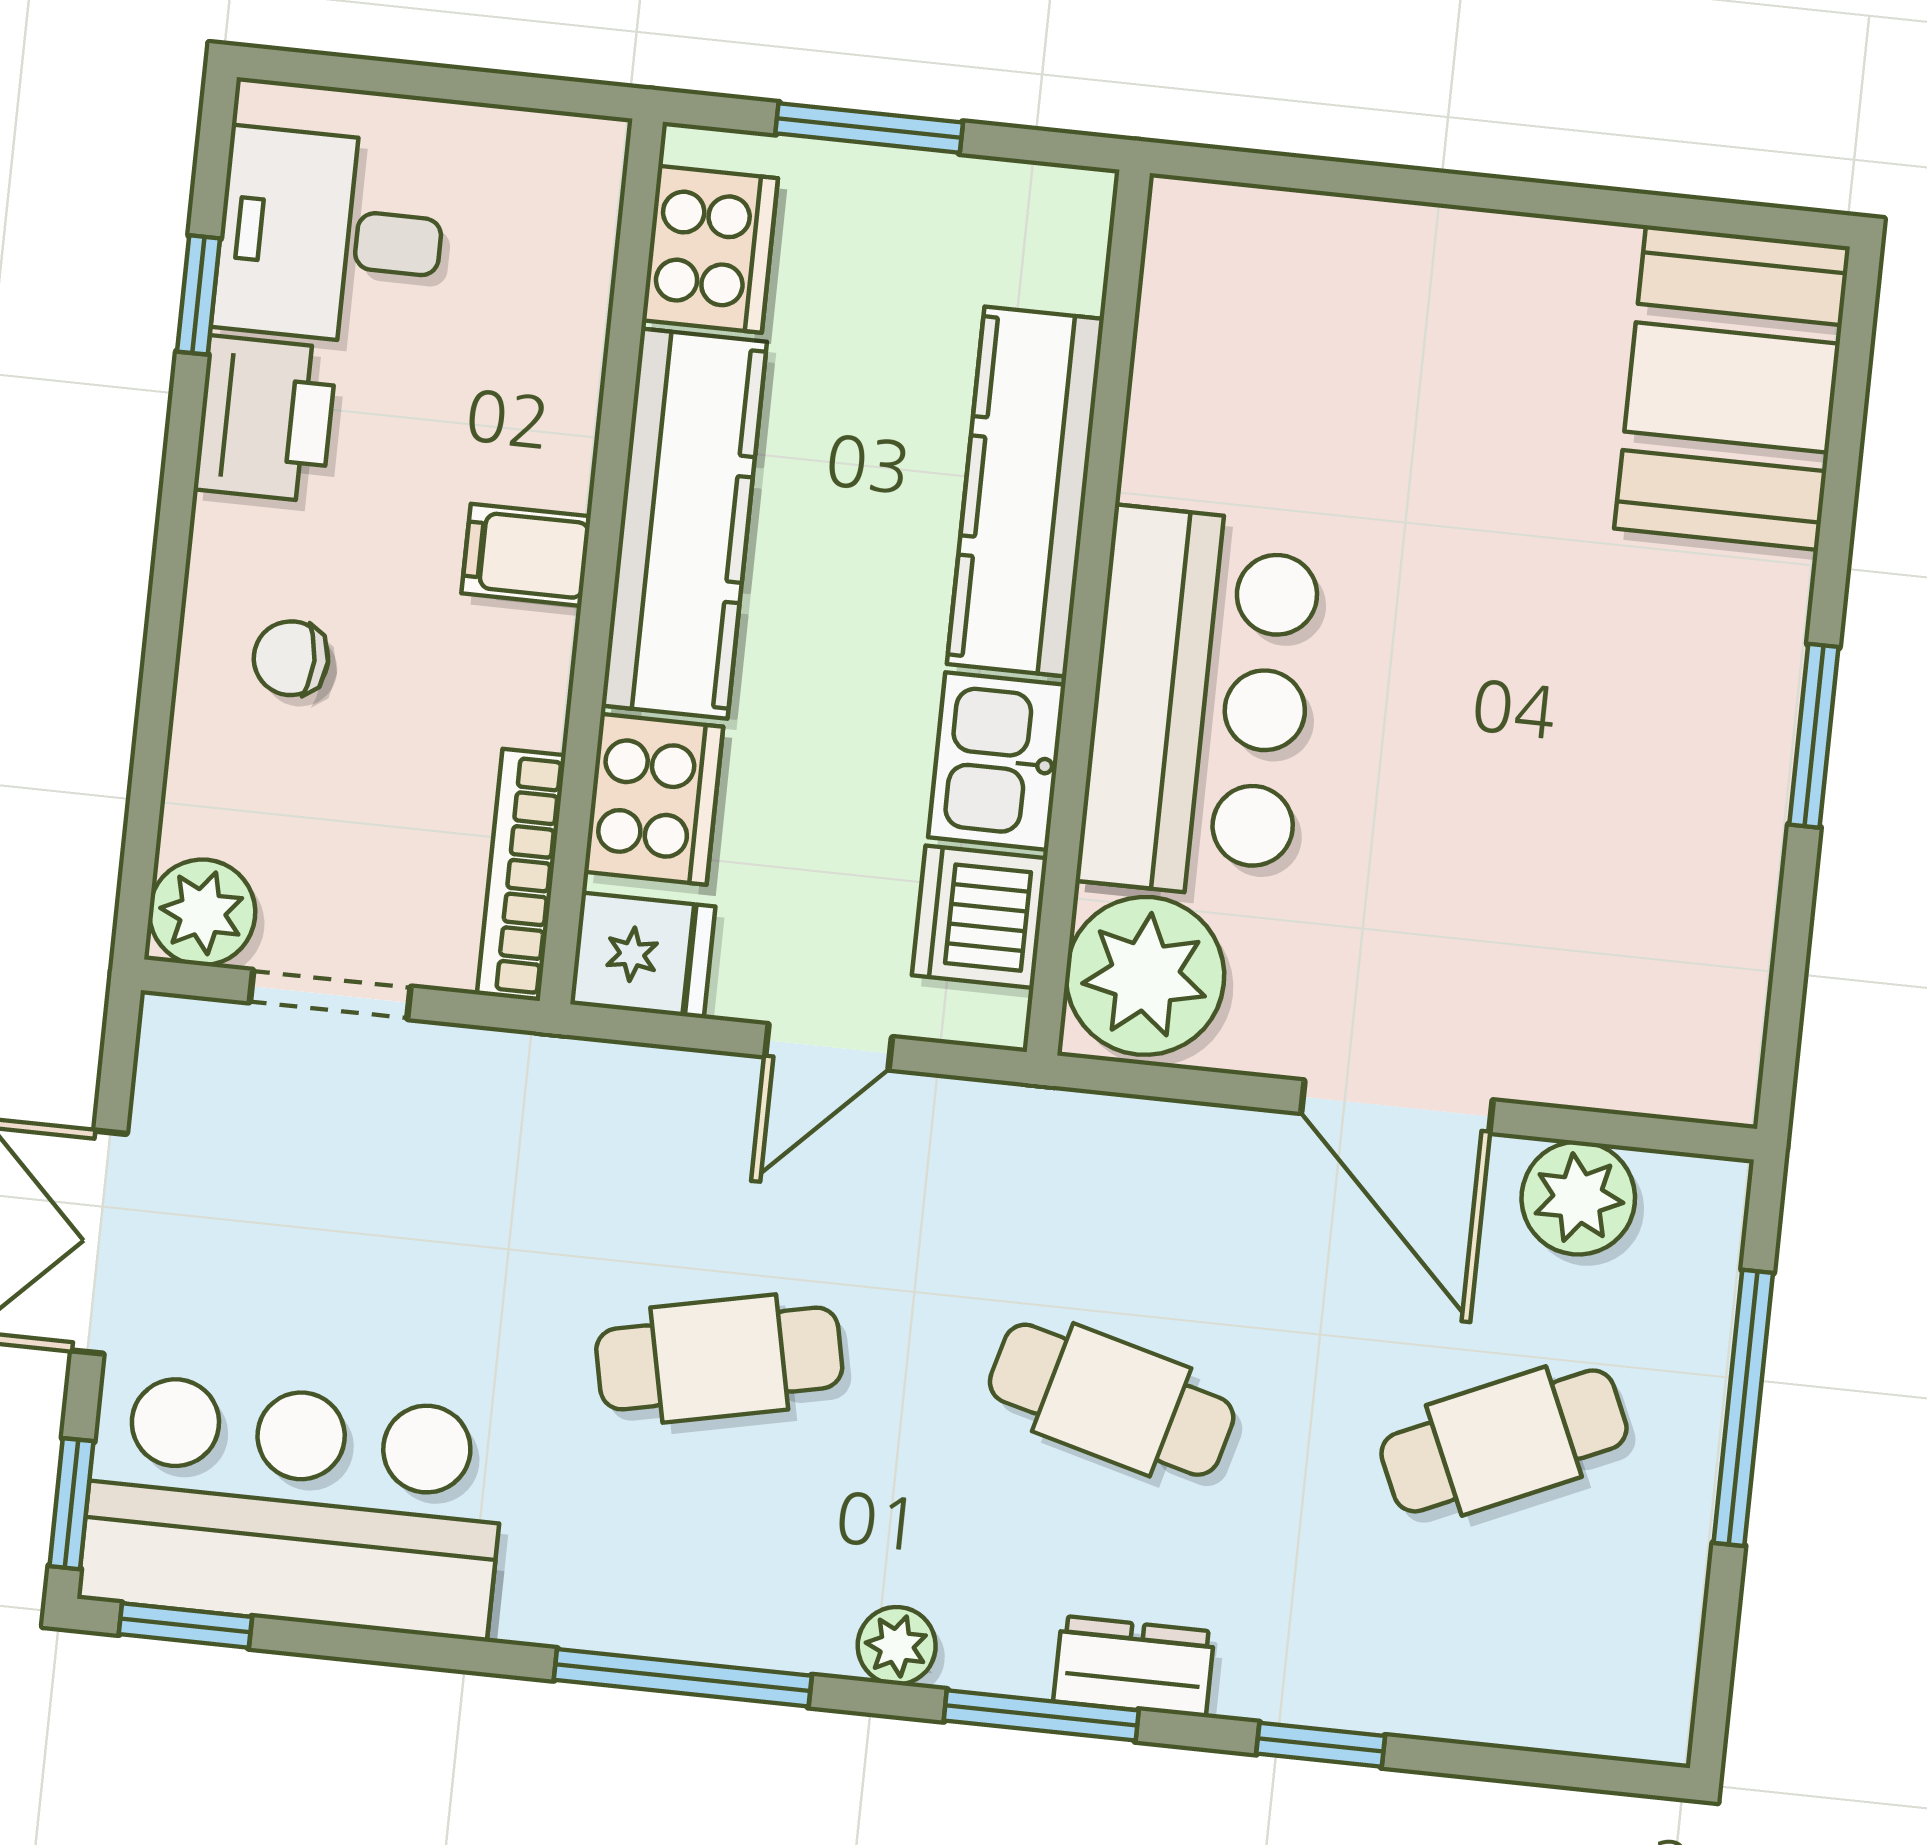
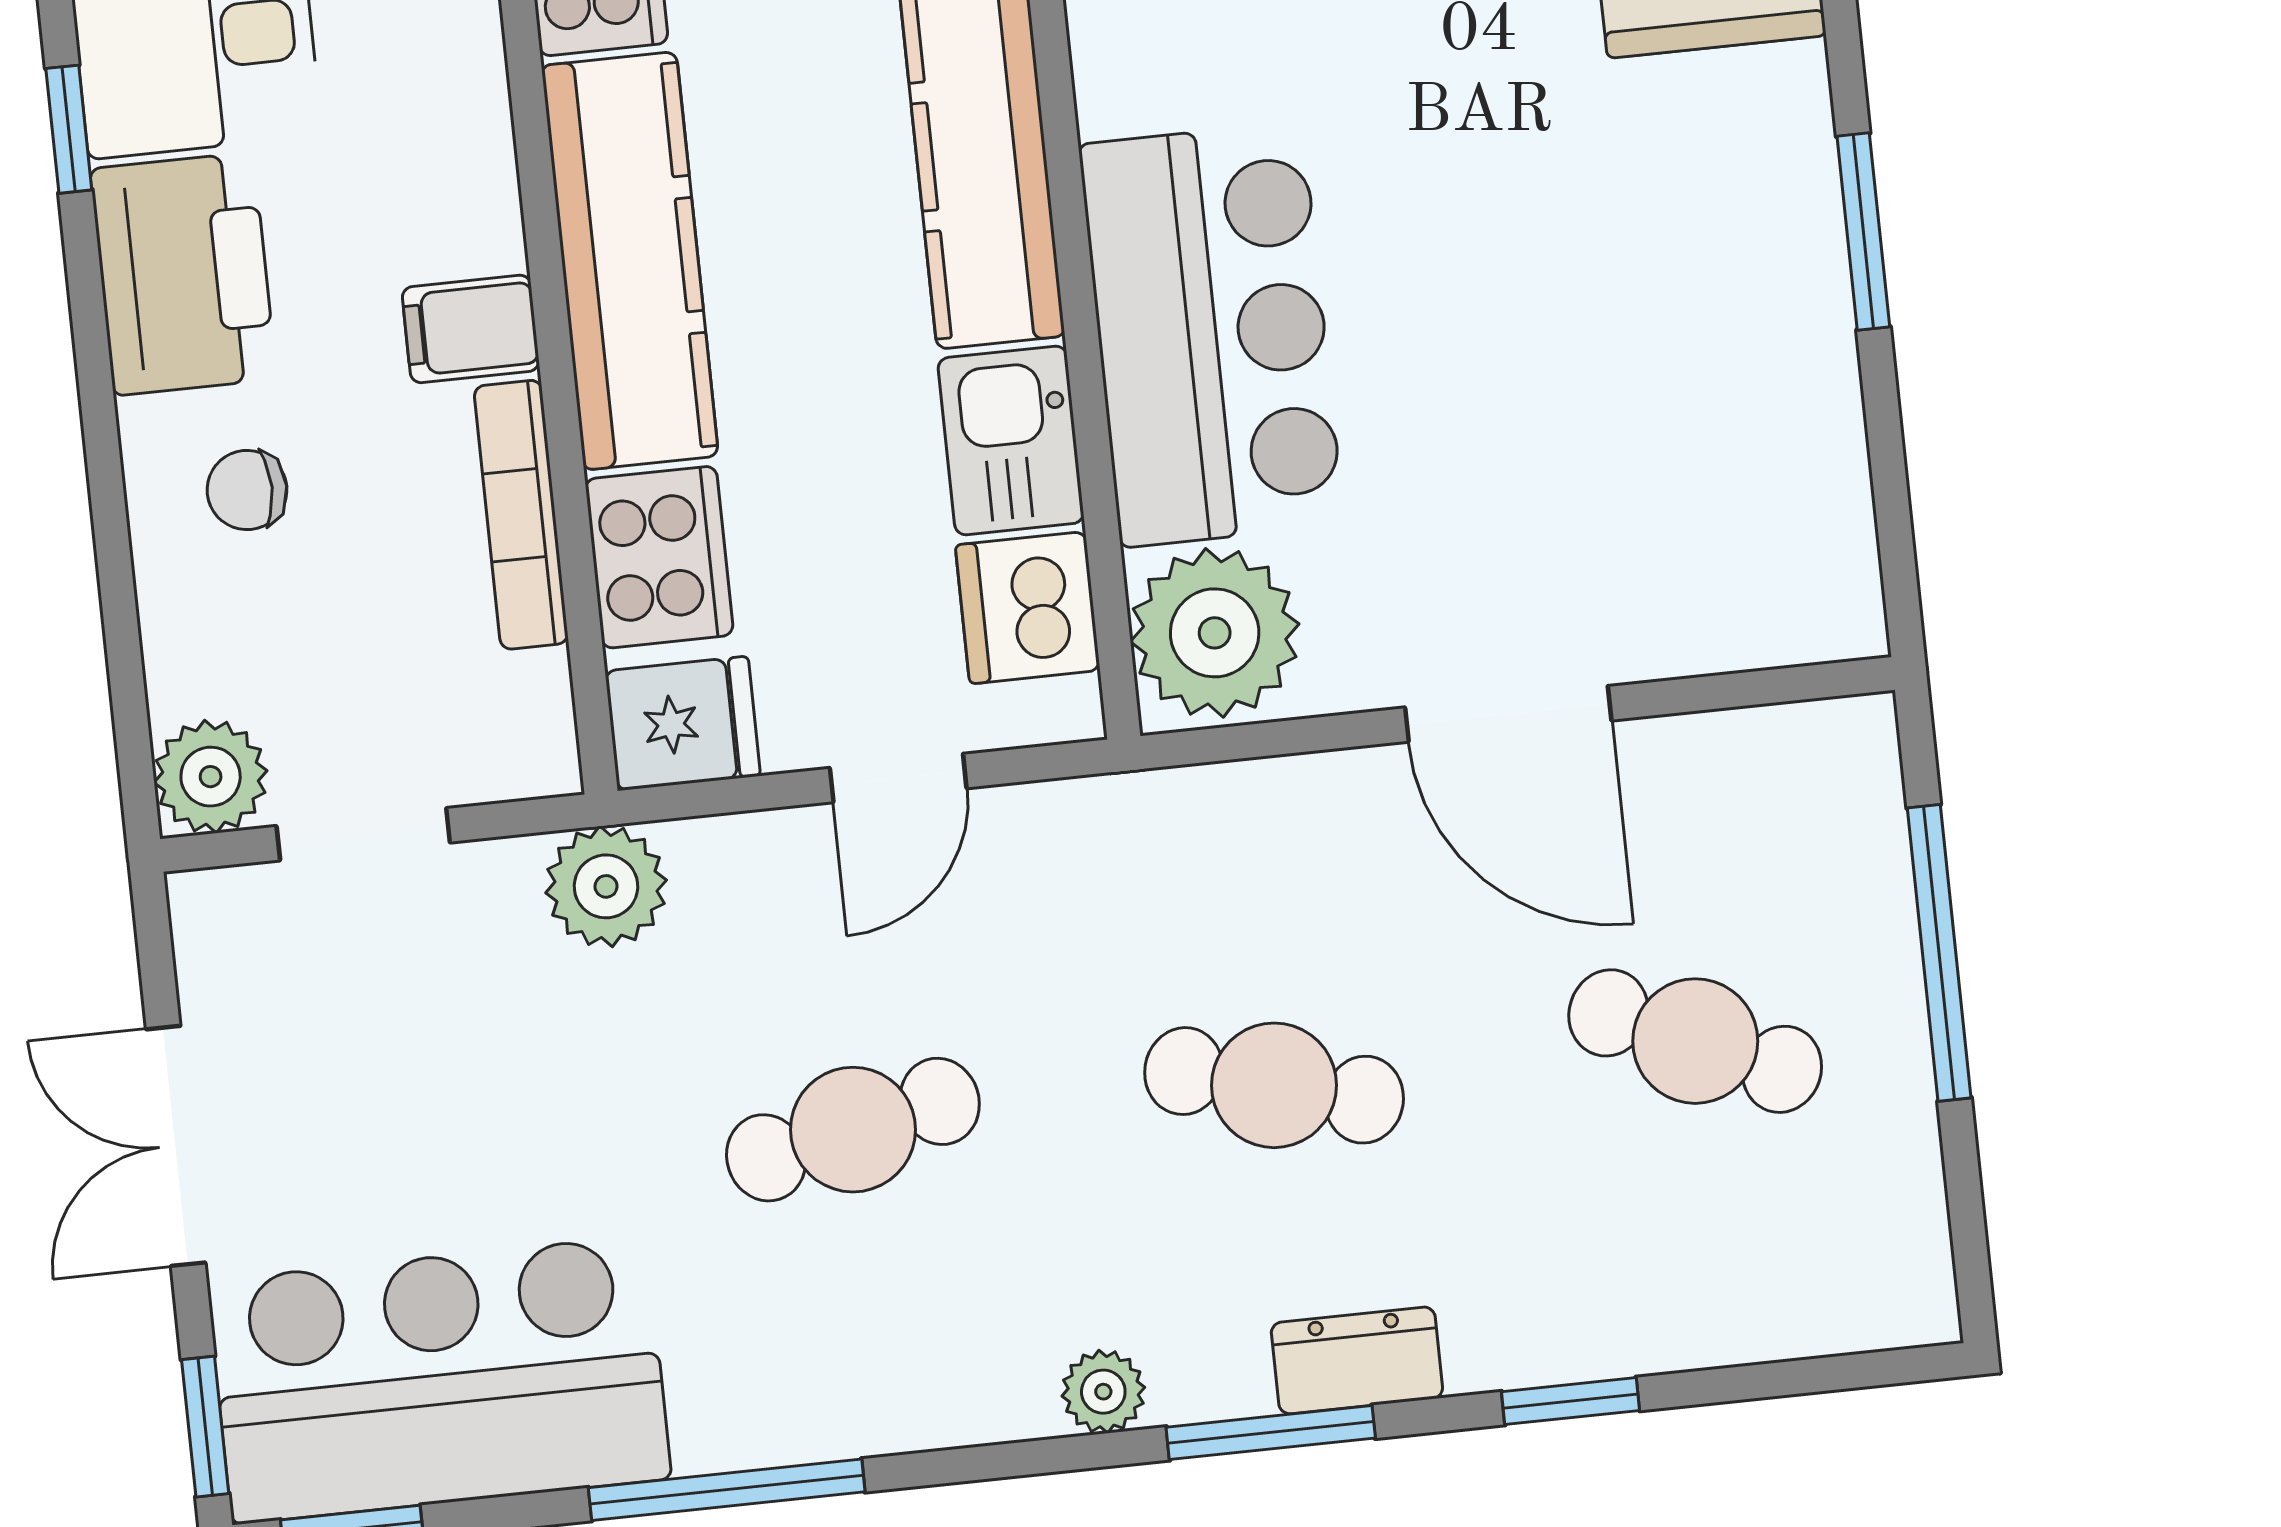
printer: (265, 419) -> (183, 274), width x1.37, depth x1.19
bookcase: (521, 875) -> (521, 515), moved
plant: (1578, 1198) -> (606, 886), moved
cafe table: (1504, 1441) -> (1695, 1041), turned 48
window: (683, 1678) -> (727, 1490), moved

